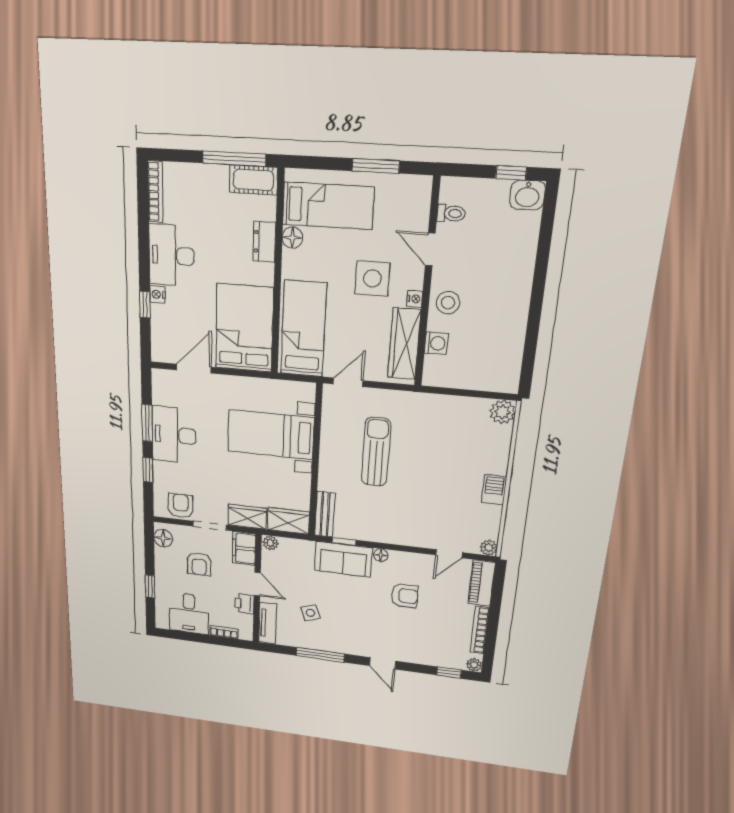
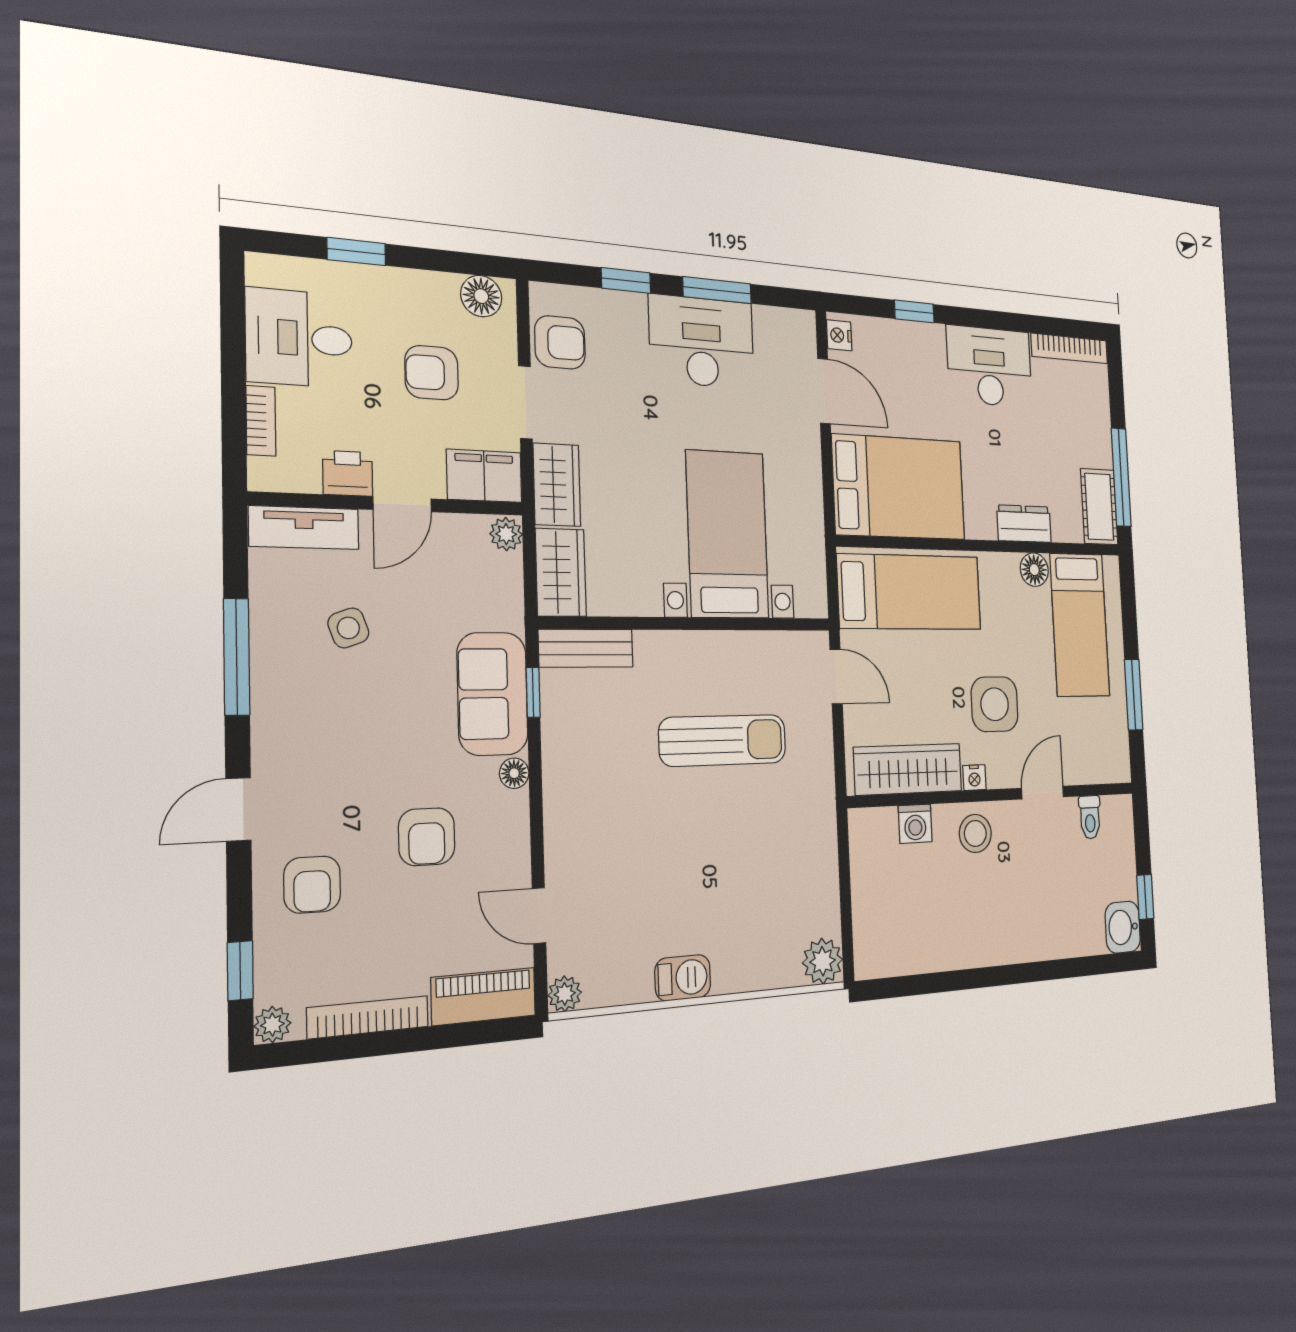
nightstand: (157, 294) -> (839, 335), moved, turned -90
armchair: (418, 642) -> (312, 885), added

